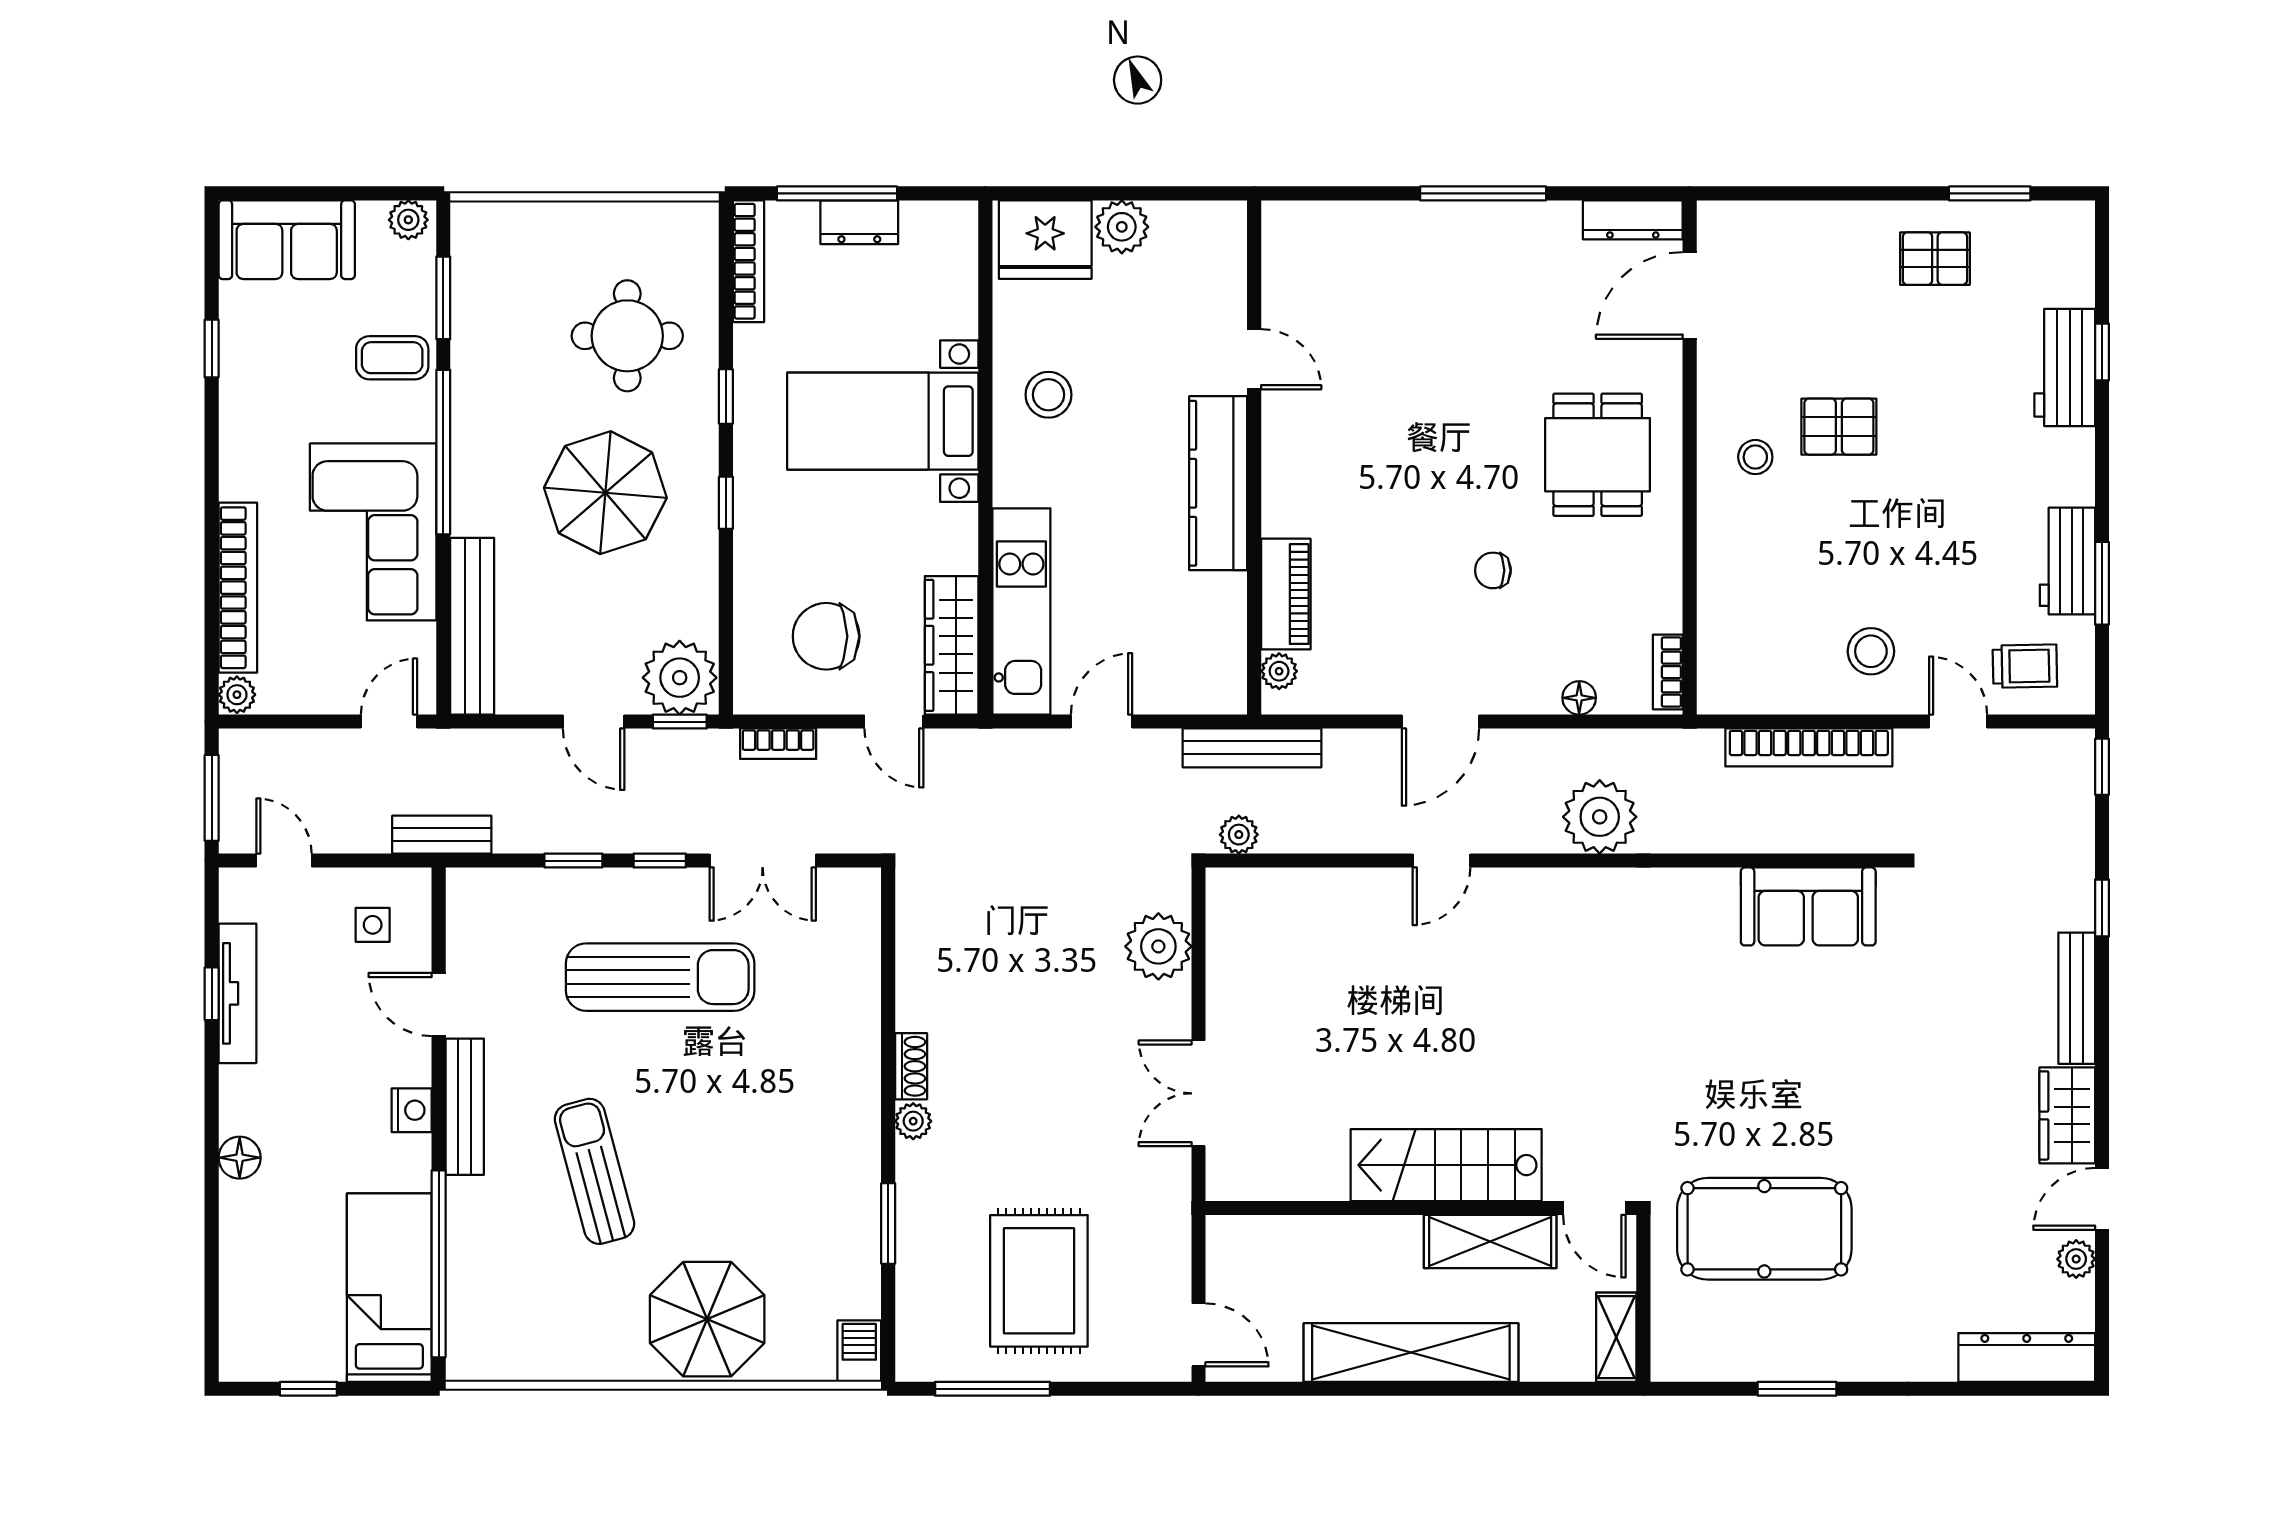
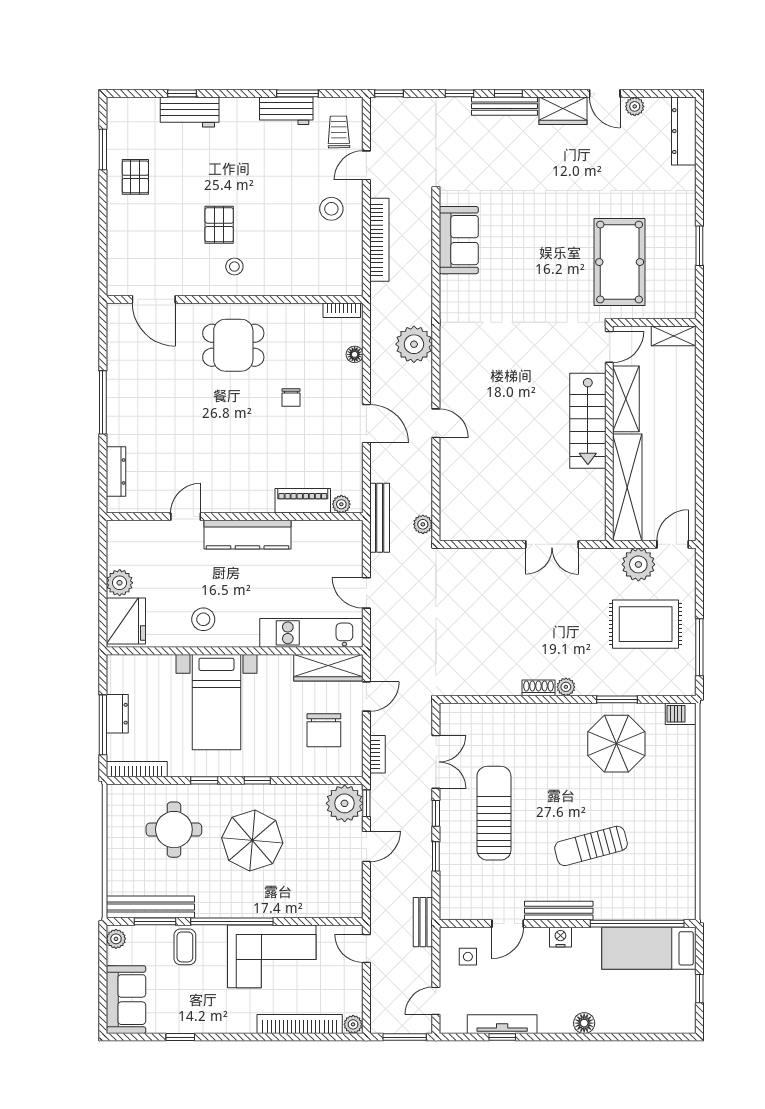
dresser: (1633, 220) -> (116, 472), moved
bench: (472, 626) -> (150, 907), moved
plant: (1158, 946) -> (638, 564), moved
window: (2102, 1006) -> (508, 93), added
parasol: (707, 1319) -> (616, 744), moved
shelving: (1411, 1353) -> (627, 487), moved

